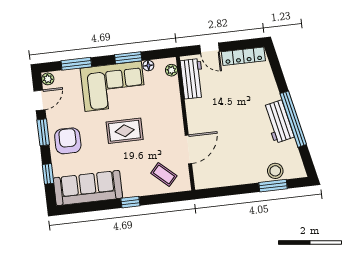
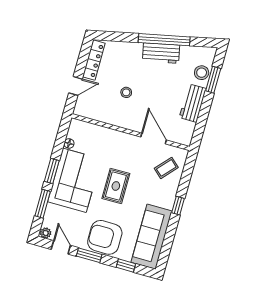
window: (128, 58) -> (52, 171), moved
plant: (171, 70) -> (81, 126), removed
workbench: (192, 79) -> (193, 103), moved, turned -90
stool: (224, 103) -> (126, 92), added
armchair: (68, 141) -> (105, 237), width x1.36, depth x1.36

